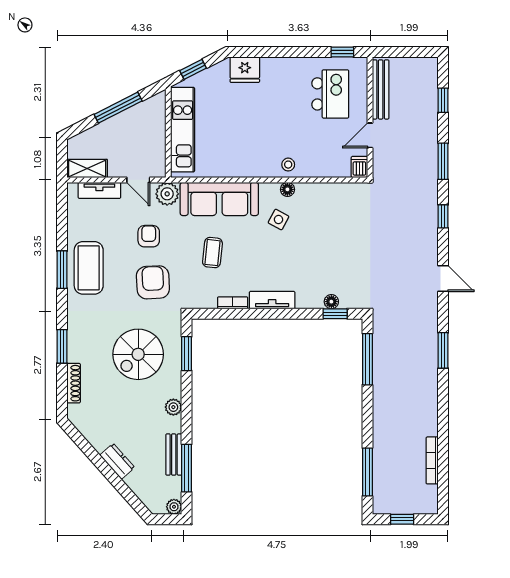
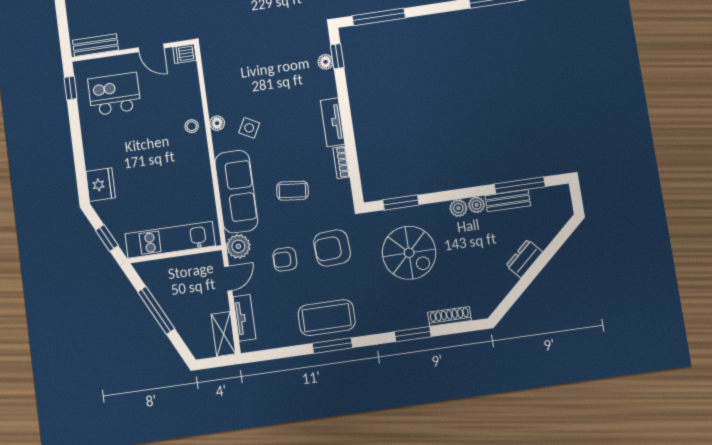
bench: (381, 89) -> (95, 45), width x0.73
plant: (174, 507) -> (477, 205), moved

